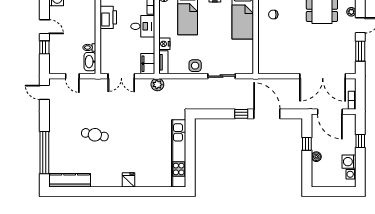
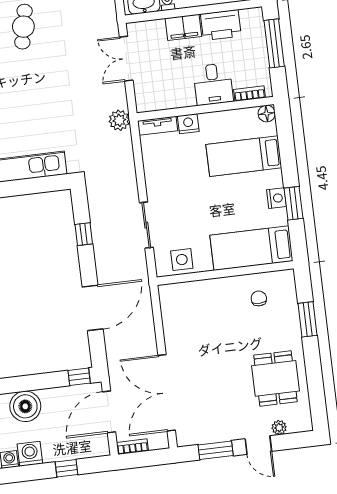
filing cabinet: (148, 64) -> (183, 27), moved, turned 180
side table: (195, 66) -> (182, 260), moved
window: (241, 114) -> (84, 234), moved
window: (307, 144) -> (79, 377), moved
boiler: (316, 157) -> (25, 406), width x1.86, depth x1.86

